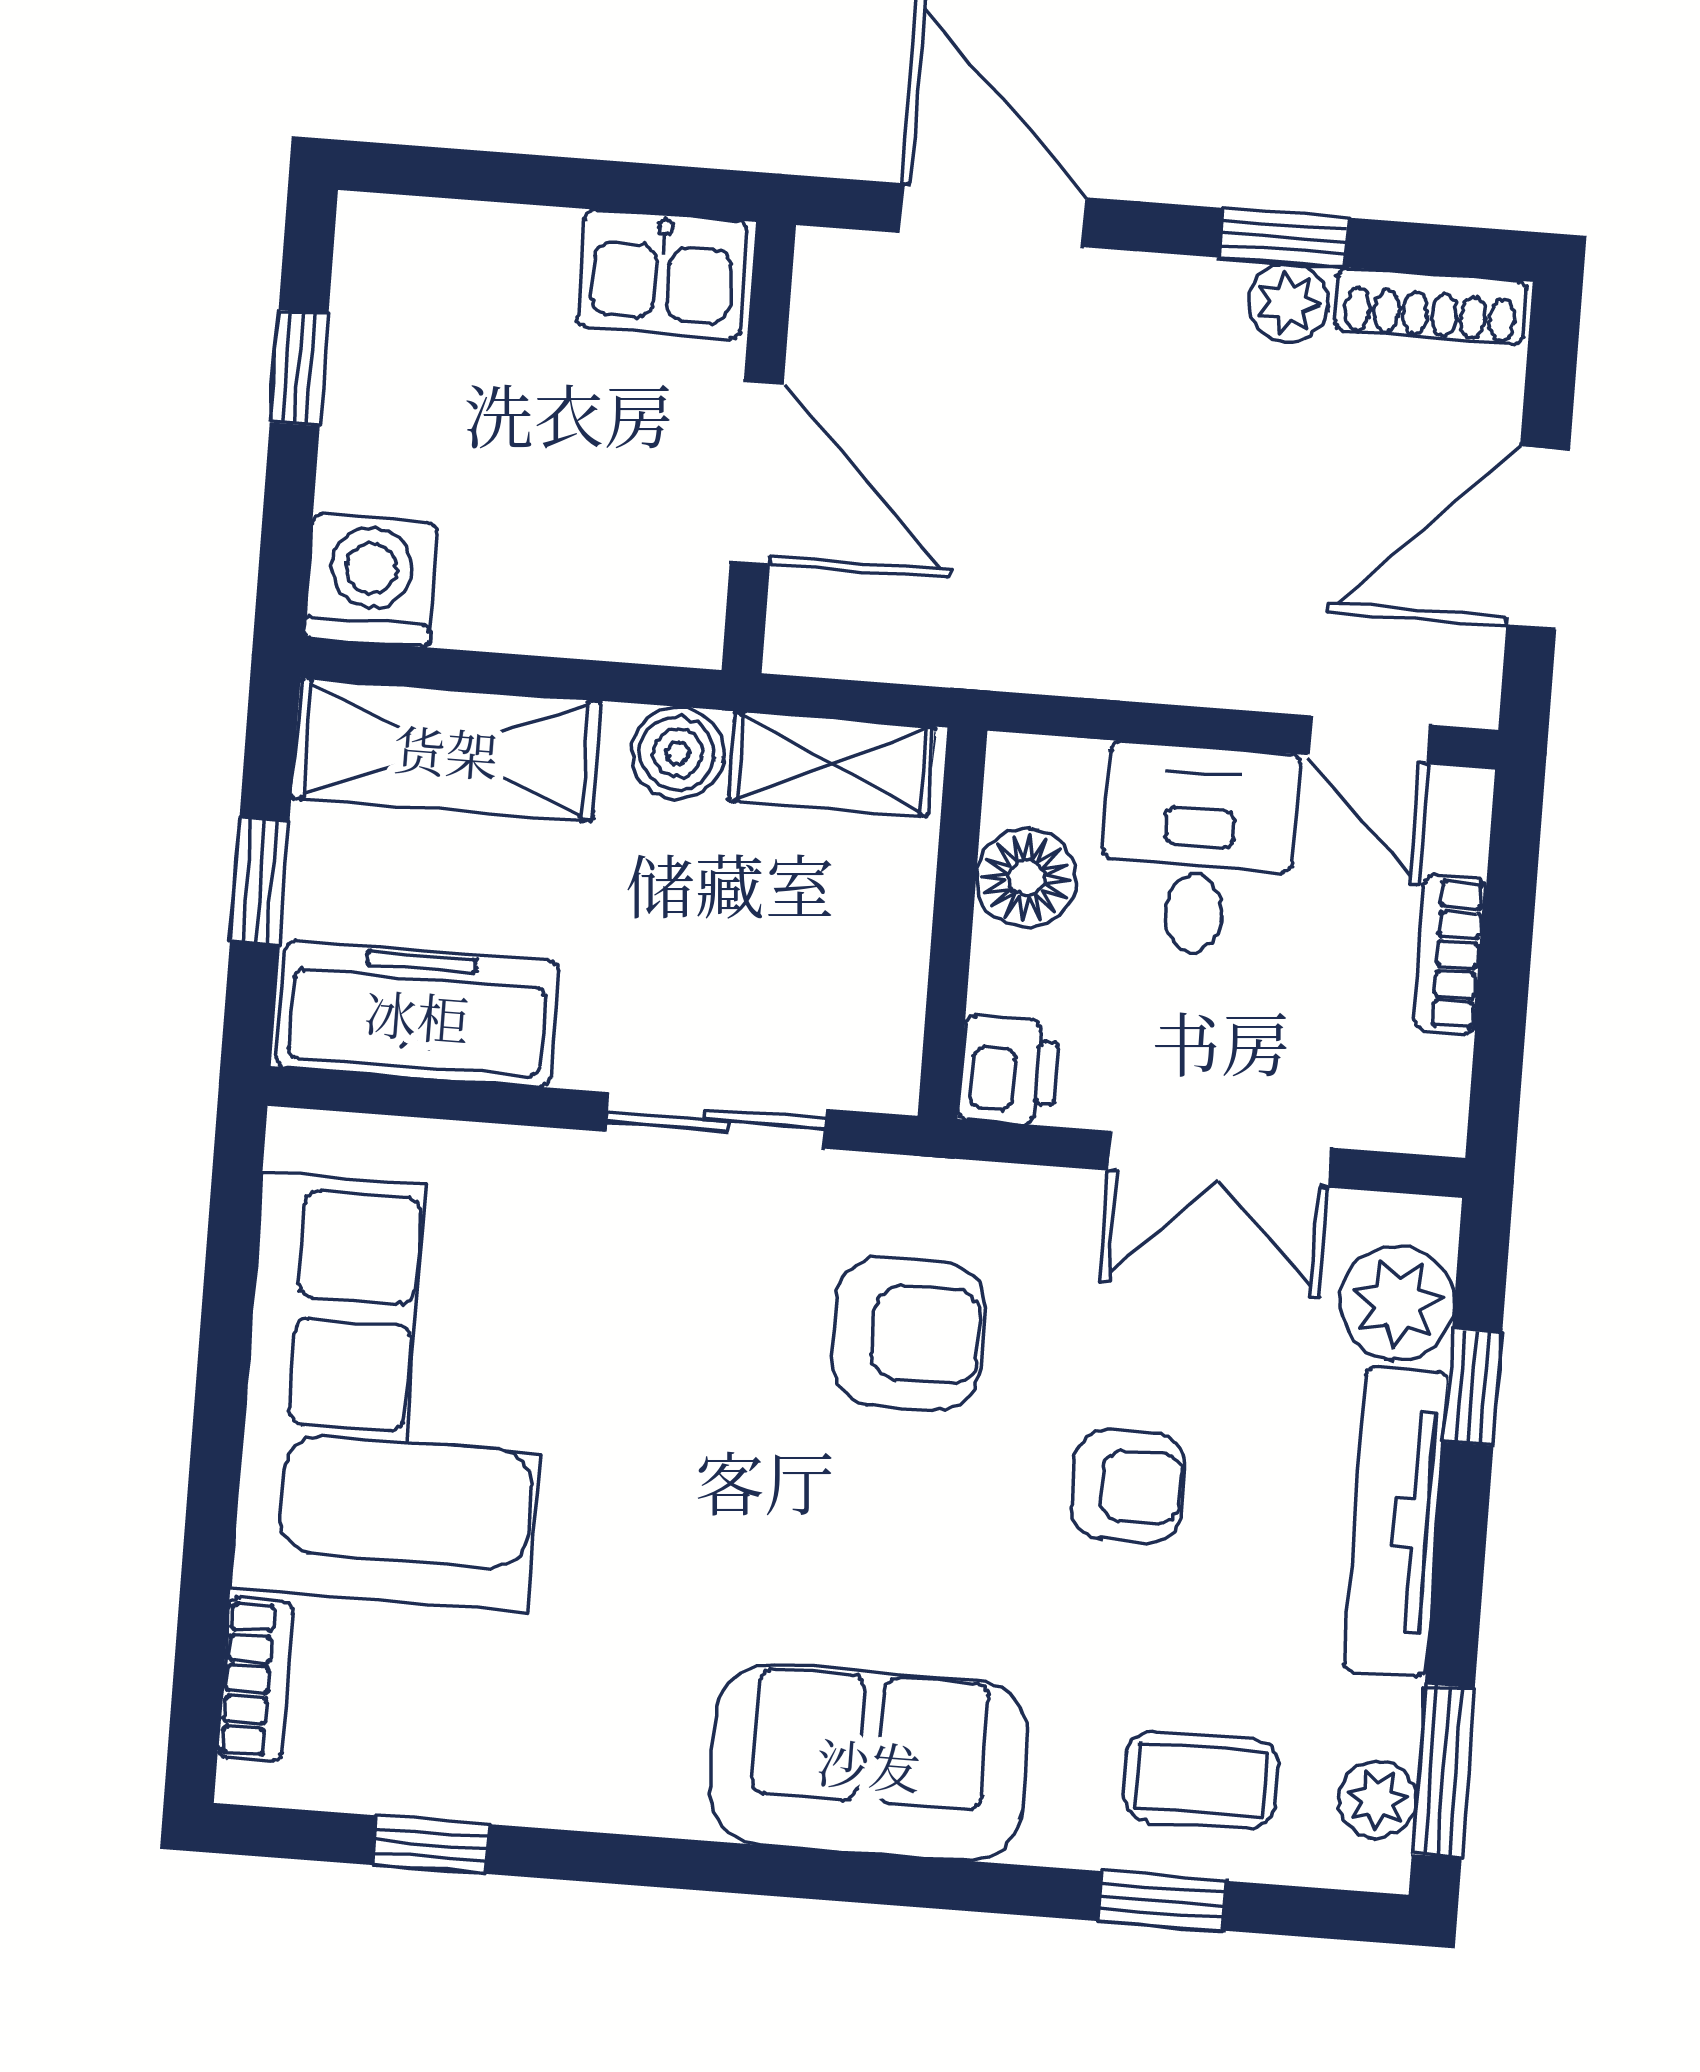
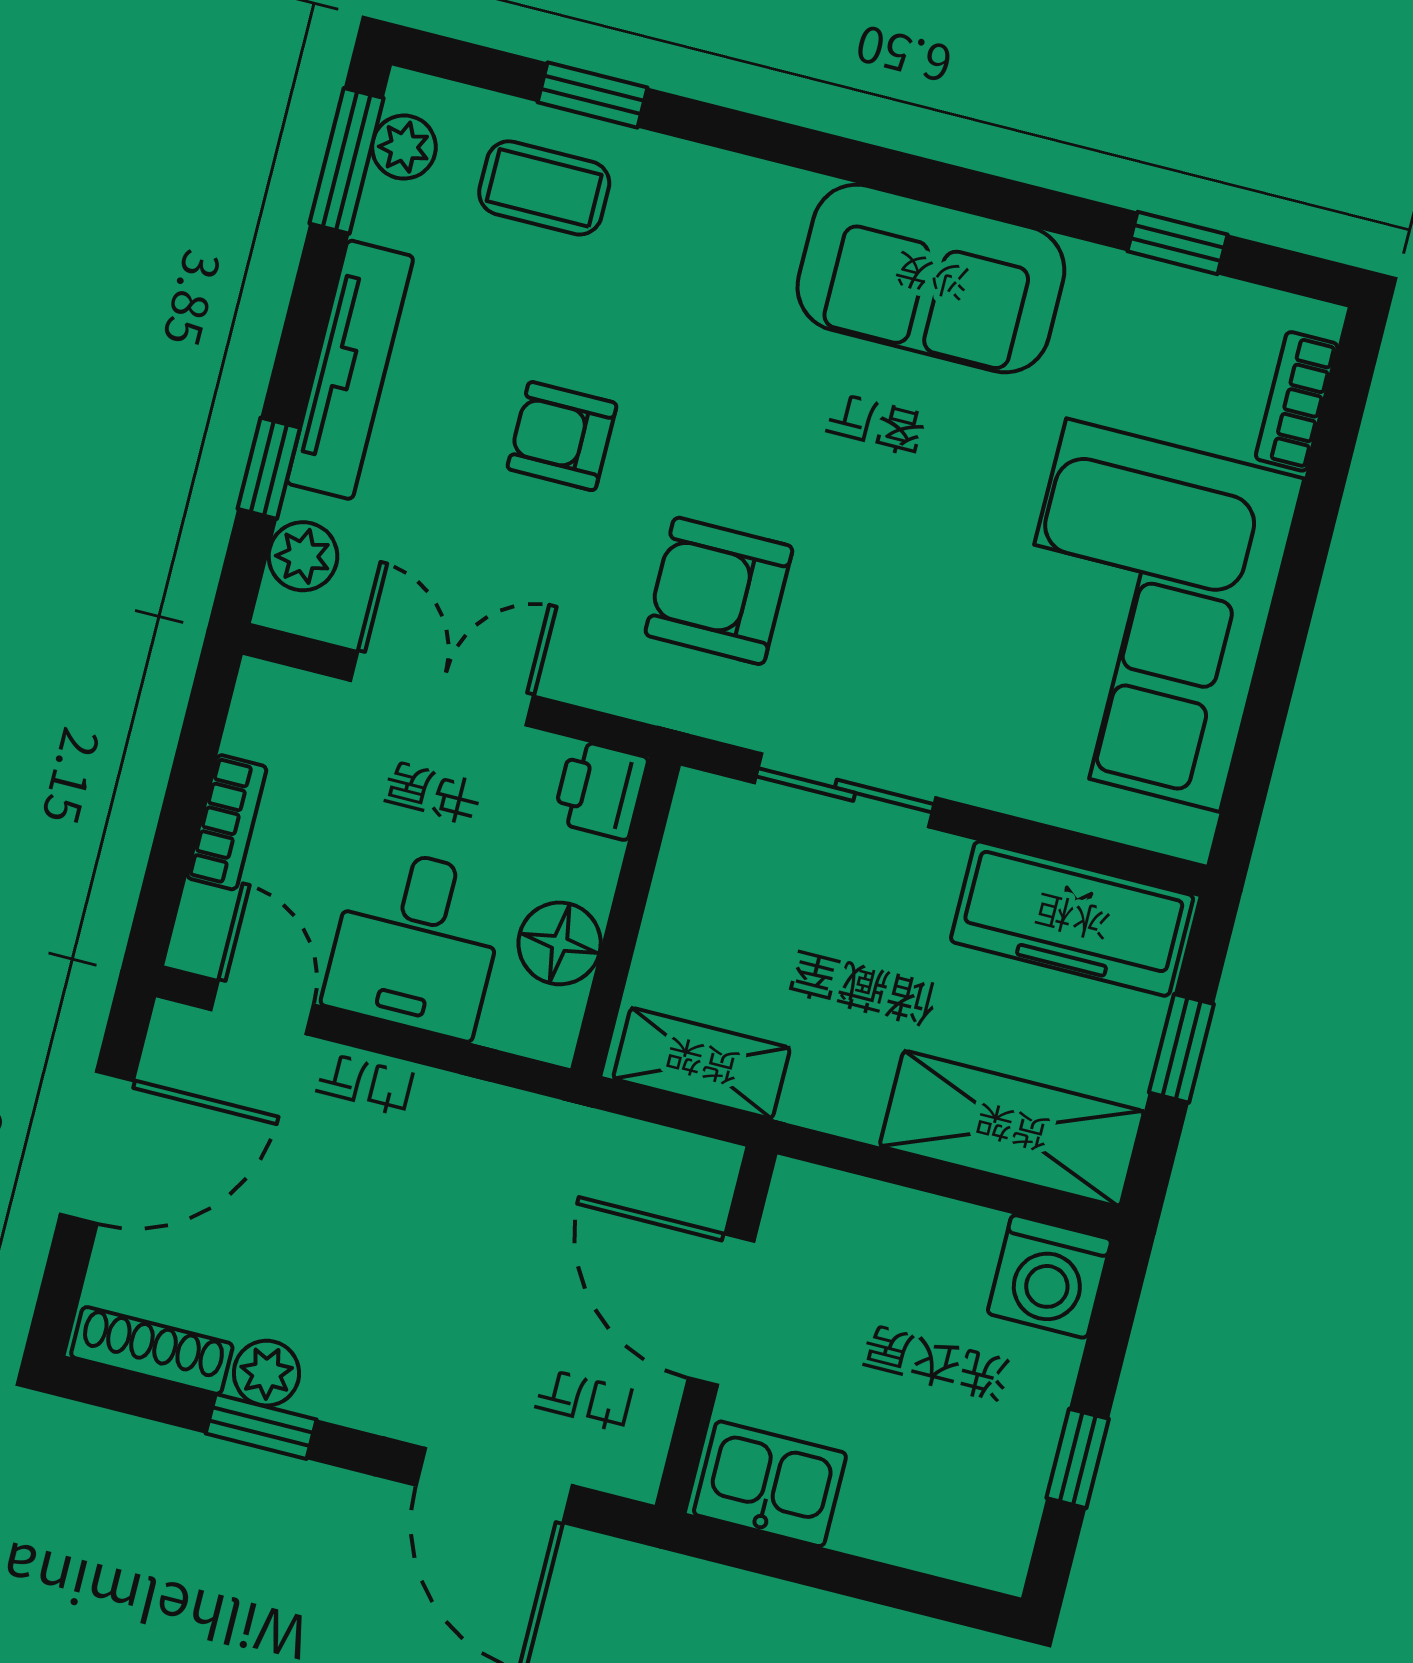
boiler: (677, 753) -> (825, 1093), removed
plant: (1397, 1303) -> (303, 556), width x0.73, depth x0.73
sofa: (869, 1763) -> (931, 278), moved

